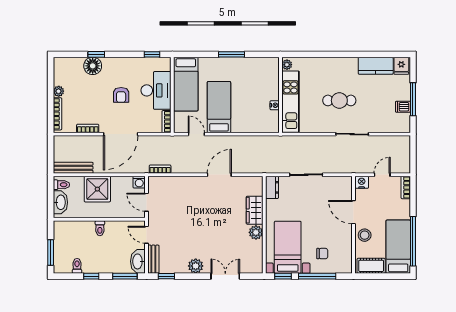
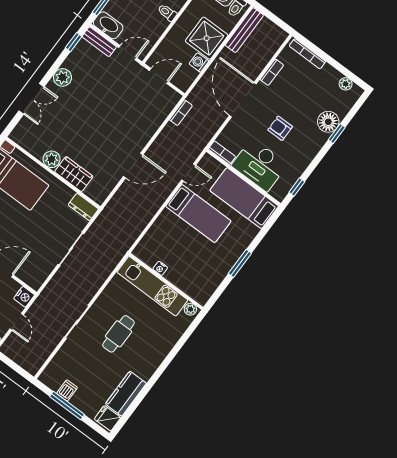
plant: (59, 91) -> (346, 84), moved
door: (219, 175) -> (133, 166), hinge flipped
washing machine: (139, 182) -> (199, 62), moved

